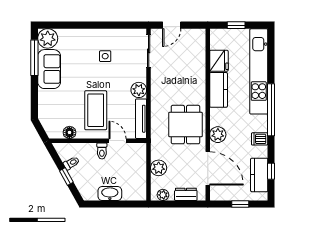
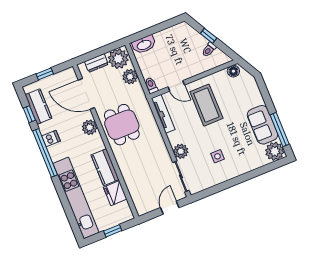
plant: (139, 90) -> (181, 151), moved
window: (271, 110) -> (45, 153), moved
floor lamp: (69, 132) -> (233, 71), moved
toilet: (102, 151) -> (151, 85), moved
washbasin: (110, 193) -> (144, 45), moved
plant: (163, 195) -> (118, 59), width x1.87, depth x1.87

